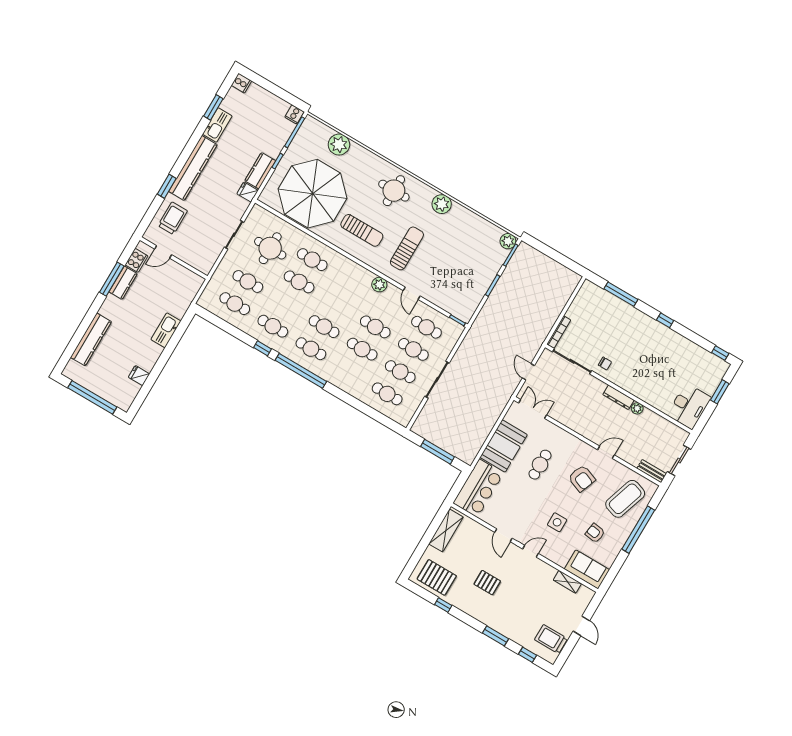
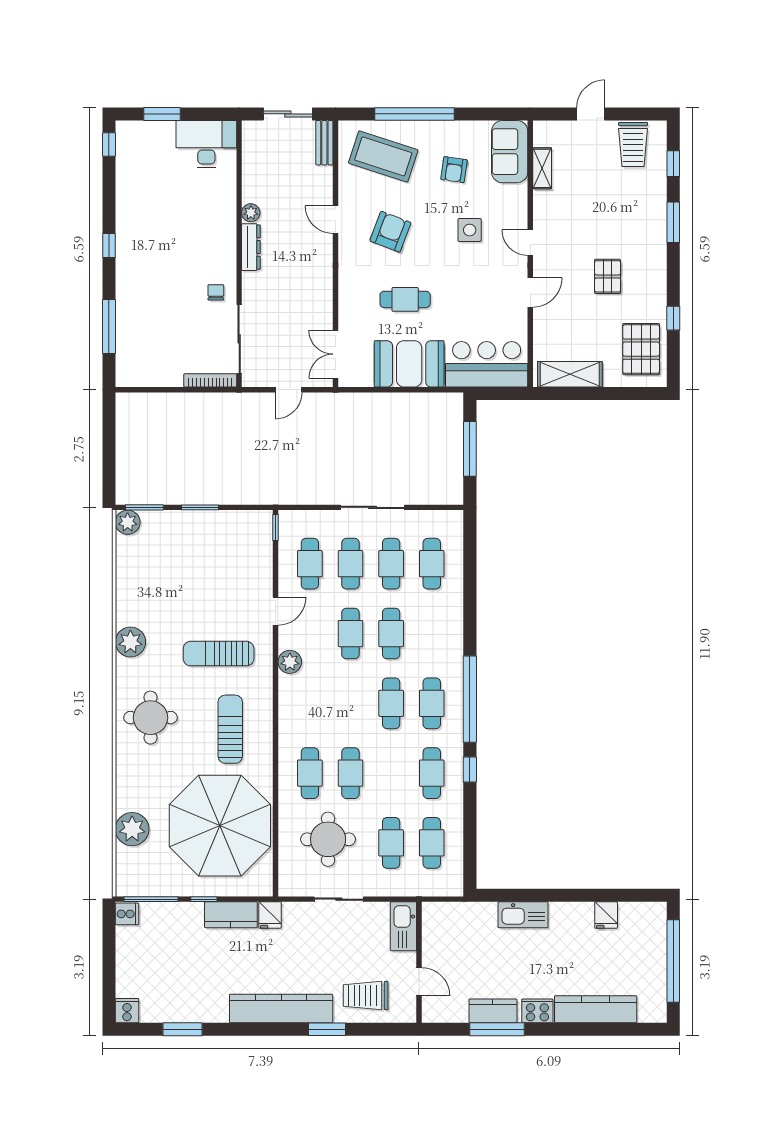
kitchen sink: (217, 125) -> (403, 926), moved, turned -90
cooker: (137, 260) -> (537, 1011), moved

